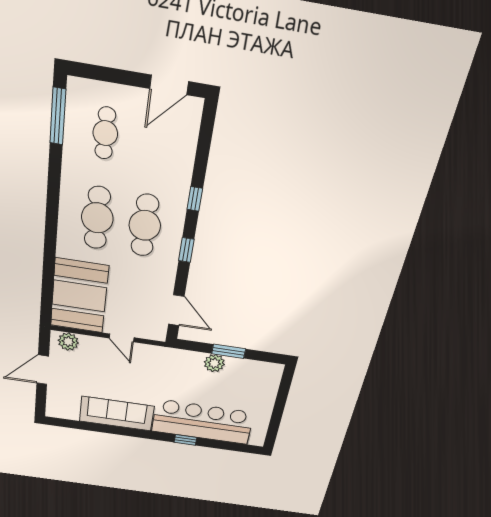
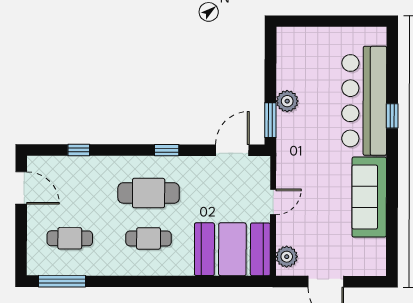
window: (195, 199) -> (79, 150), moved
cafe table: (97, 218) -> (149, 238), width x0.73, depth x0.74
window: (229, 351) -> (270, 120), moved

